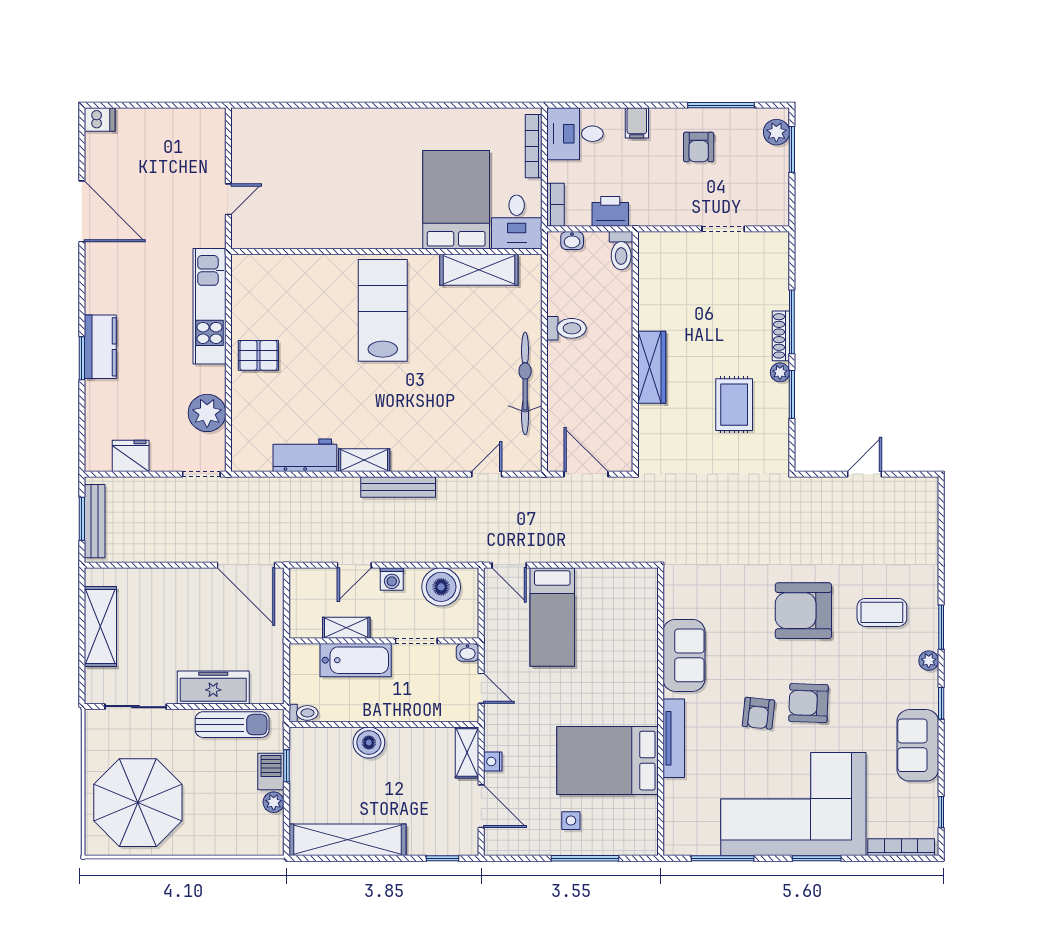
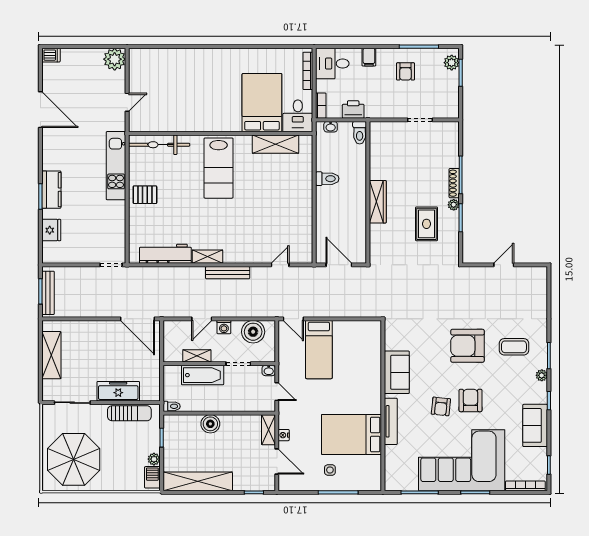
lab bench: (383, 310) -> (219, 168), turned 180
bicycle: (525, 383) -> (159, 145), moved, turned -90
plant: (207, 413) -> (115, 59), moved
workbench: (305, 455) -> (165, 254), width x1.38
fridge: (131, 456) -> (51, 230), moved, turned 90
armchair: (808, 703) -> (470, 400), turned 88
barbecue: (271, 771) -> (152, 477), moved

